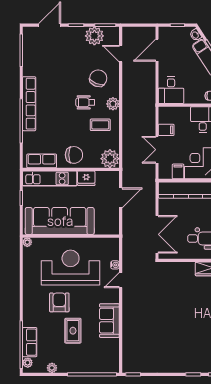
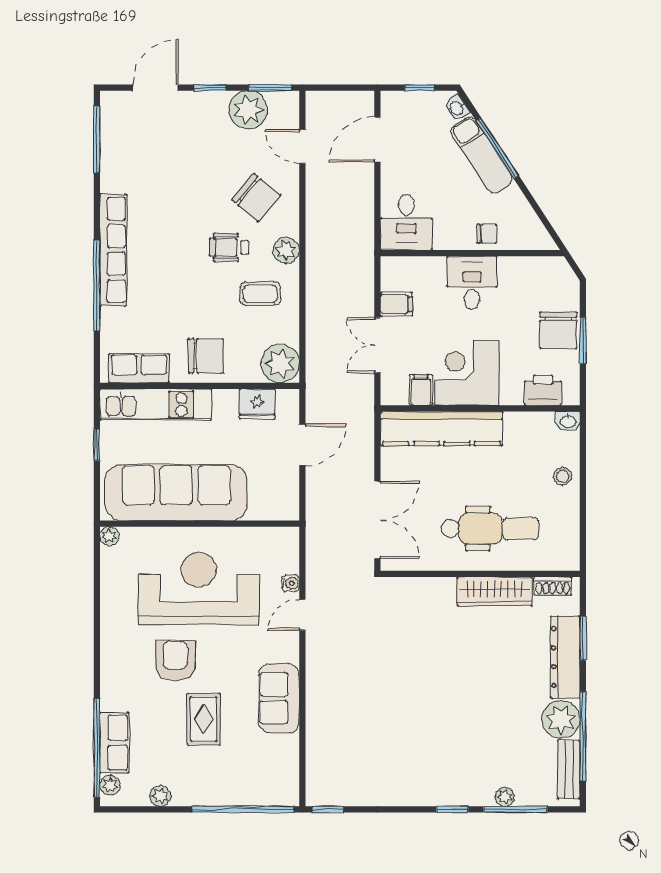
chair: (98, 78) -> (256, 198), turned 108
fridge: (86, 178) -> (257, 404), moved

